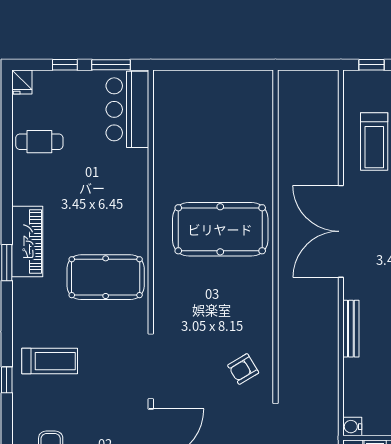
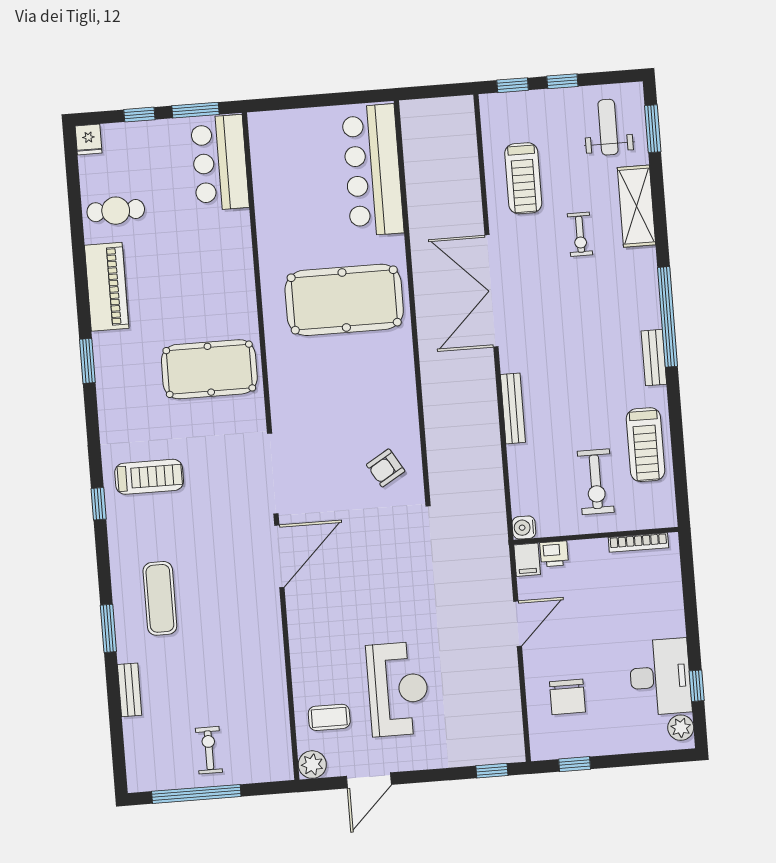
bar counter: (252, 125) -> (373, 170), added
piano: (27, 241) -> (107, 287), moved

